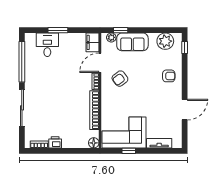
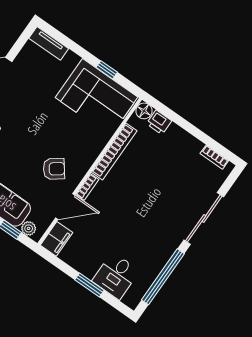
printer: (55, 142) -> (159, 122), moved
tv unit: (159, 143) -> (49, 43), moved

